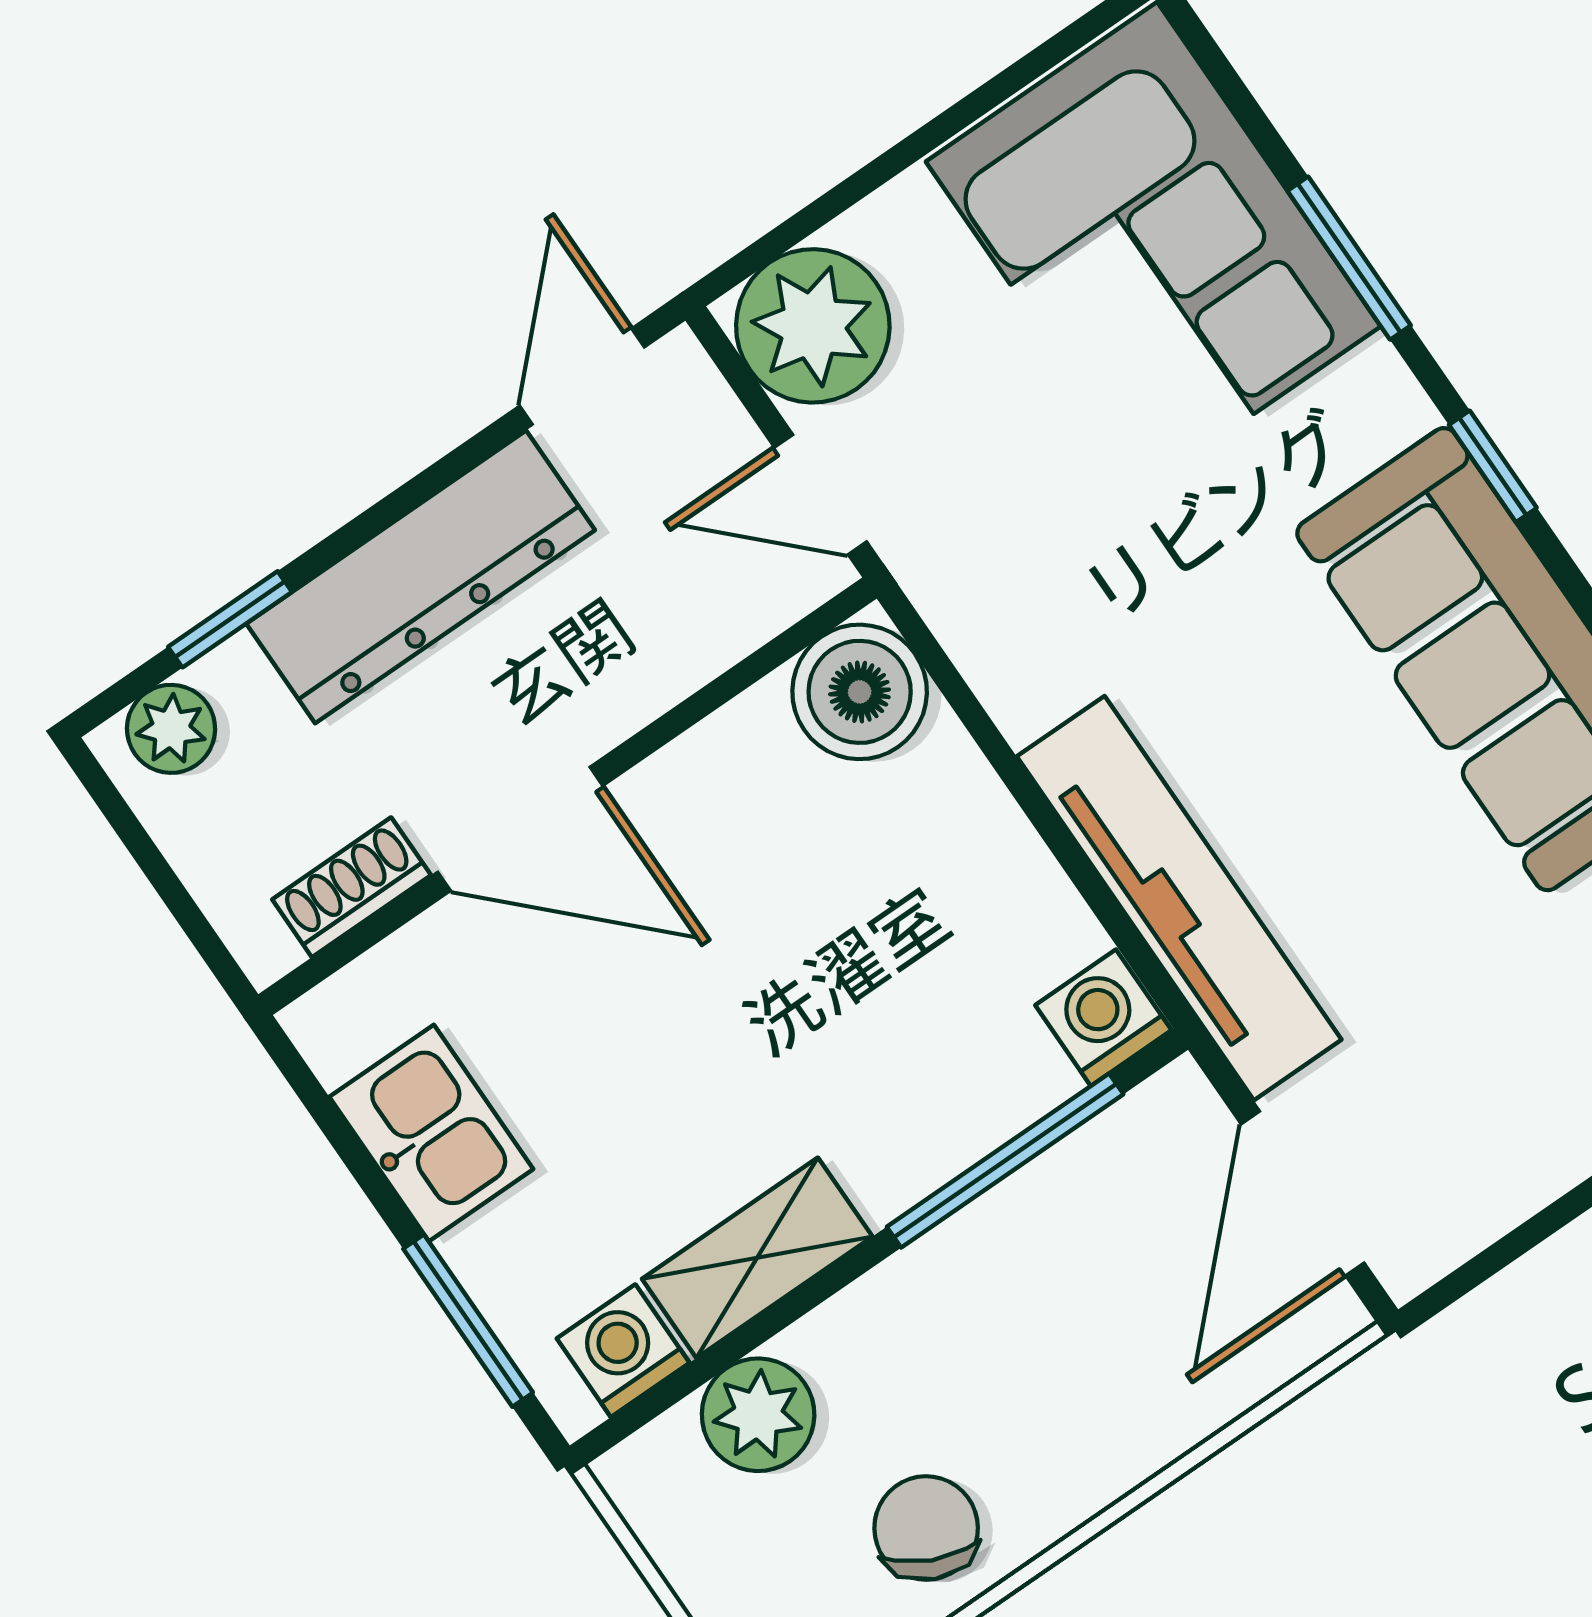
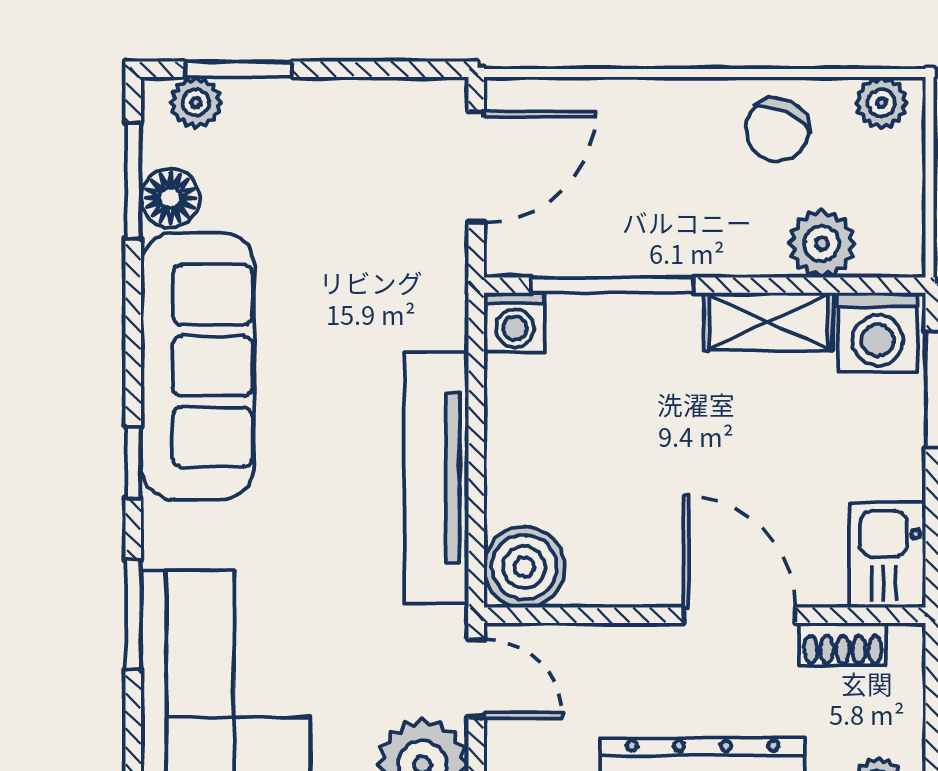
tv unit: (1179, 898) -> (436, 478), moved
kitchen sink: (431, 1133) -> (887, 555), moved
washing machine: (623, 1351) -> (878, 332), width x1.38, depth x1.38

